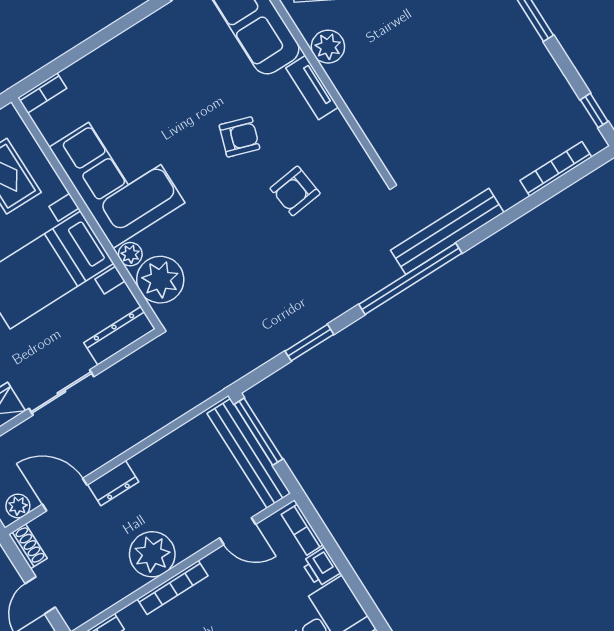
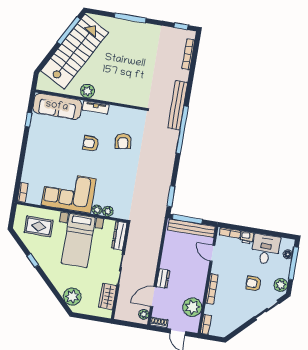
armchair: (239, 137) -> (91, 143), turned -108
plant: (160, 280) -> (108, 211), width x0.53, depth x0.53
window: (309, 343) -> (171, 196), moved
door: (238, 531) -> (212, 253), swing flipped
plant: (152, 554) -> (192, 307), moved

